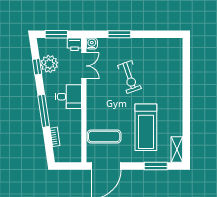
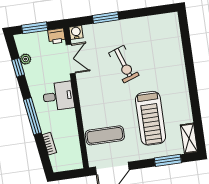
plant: (49, 64) -> (26, 59), width x0.53, depth x0.53

